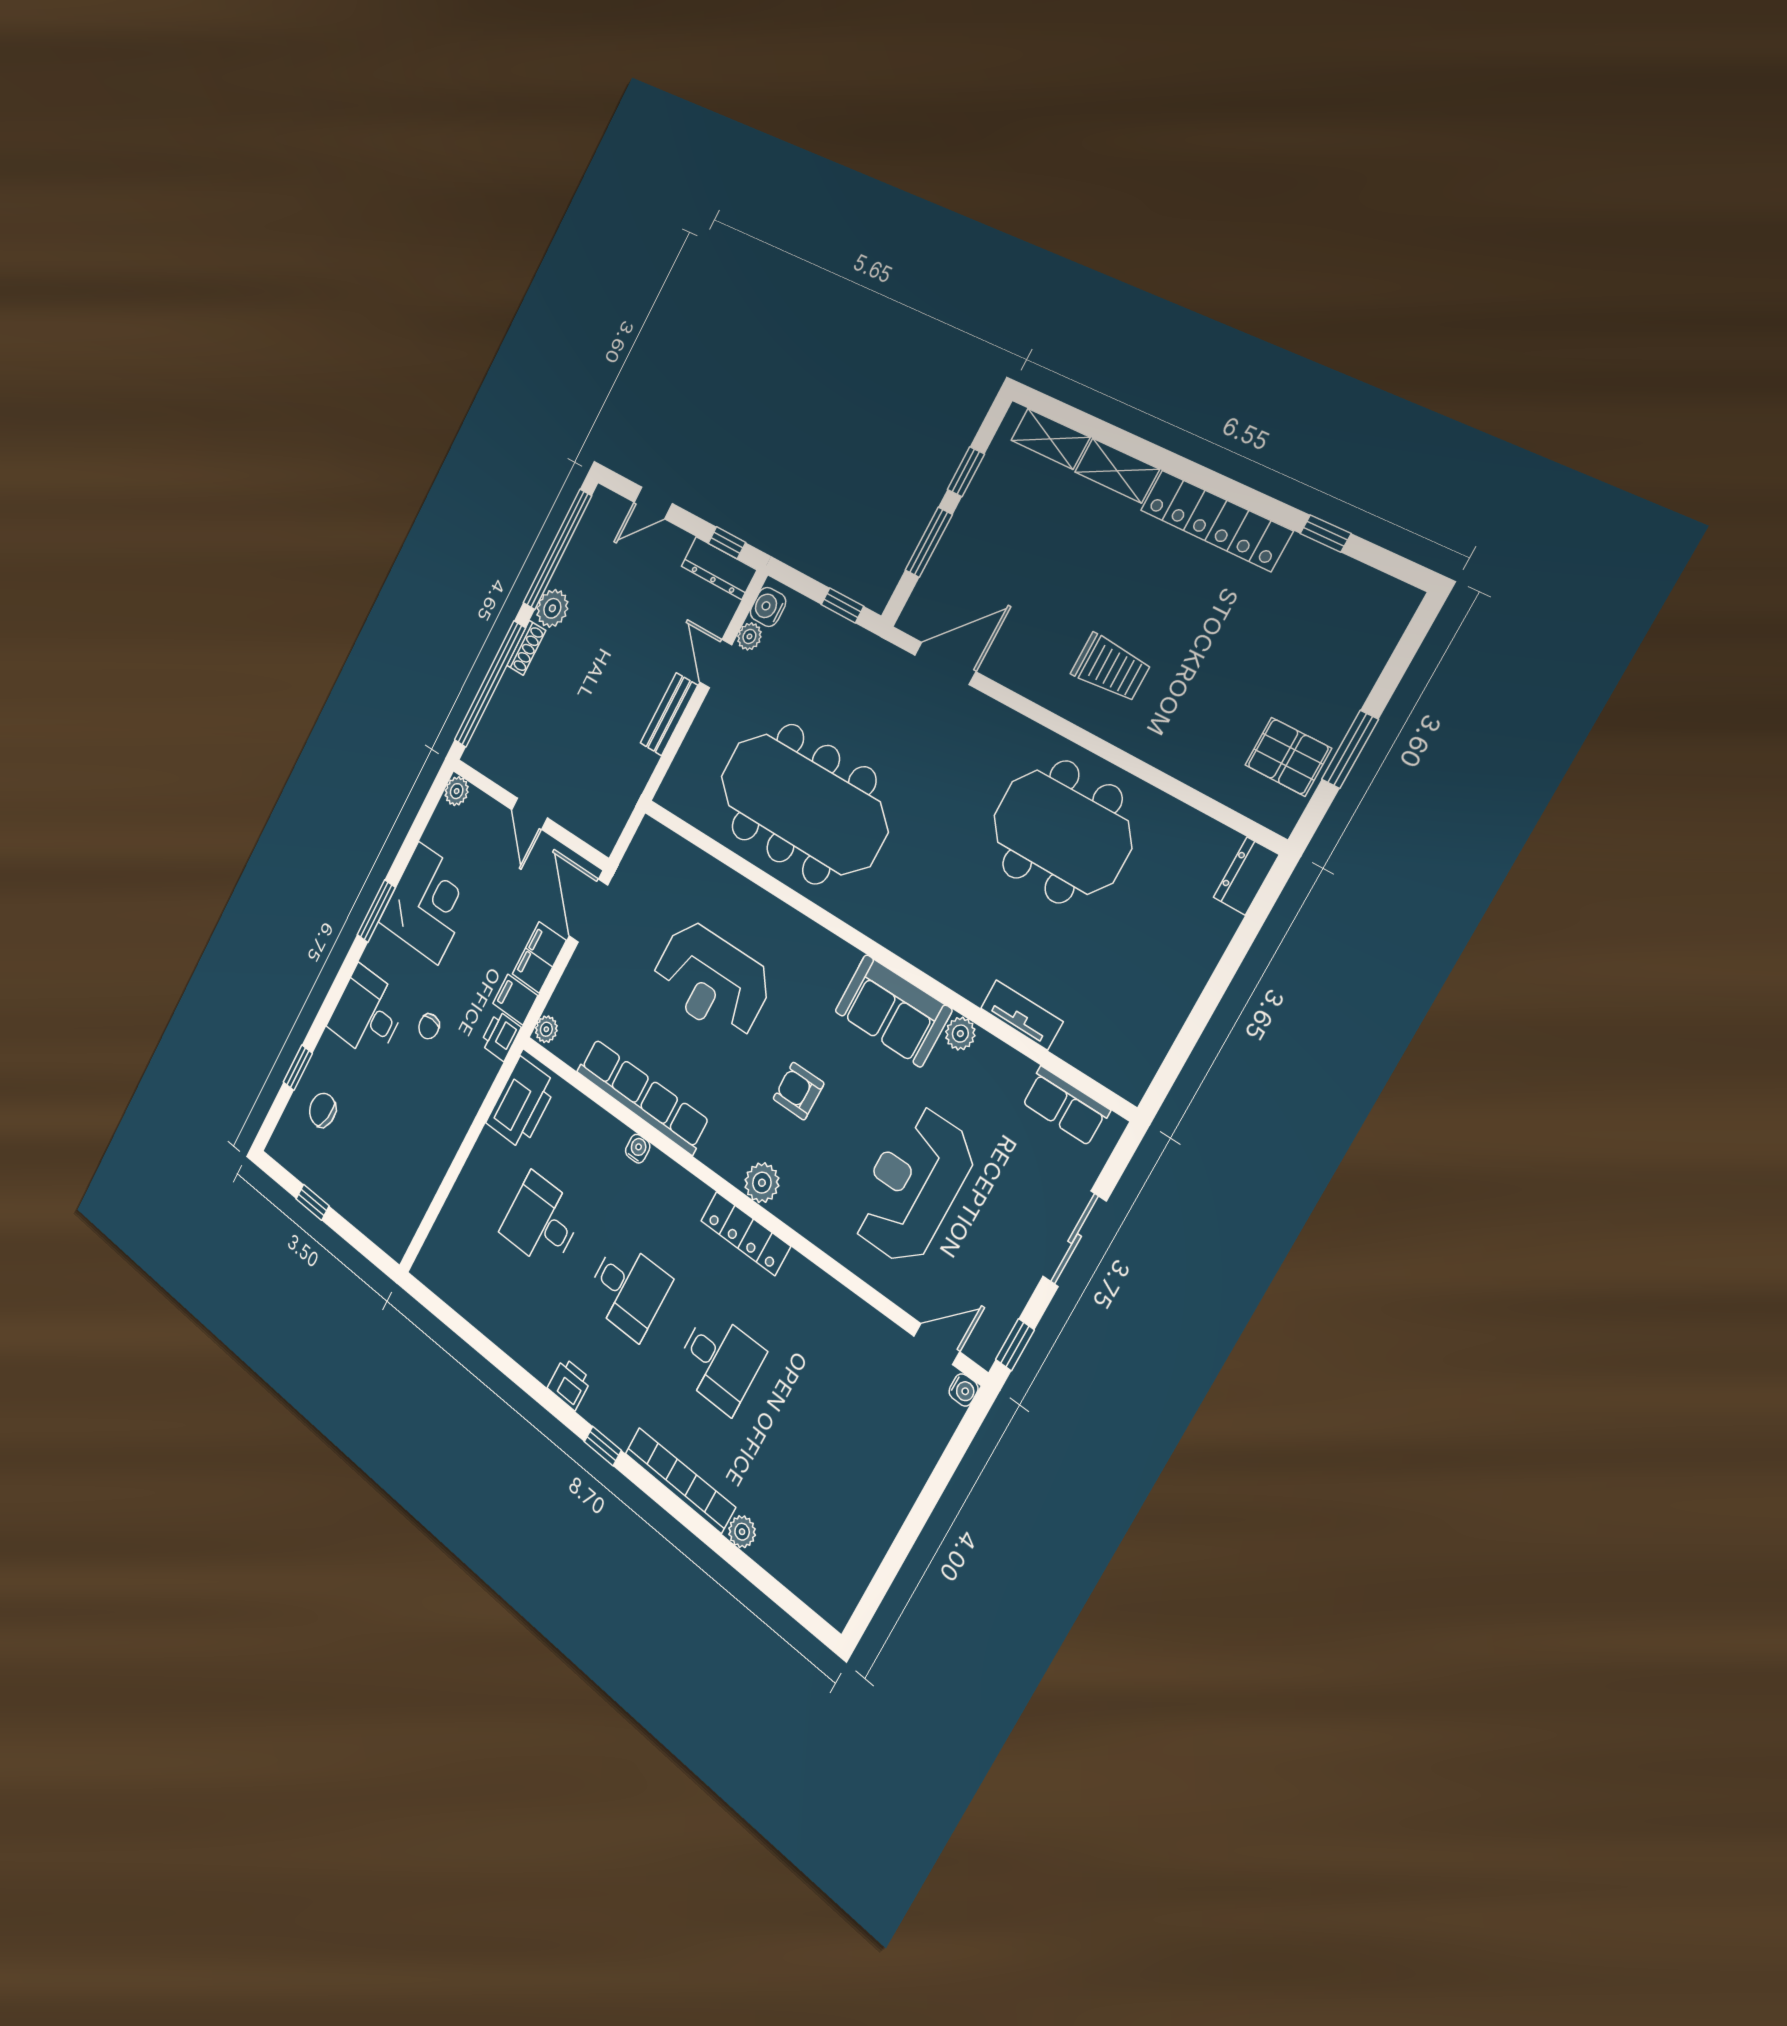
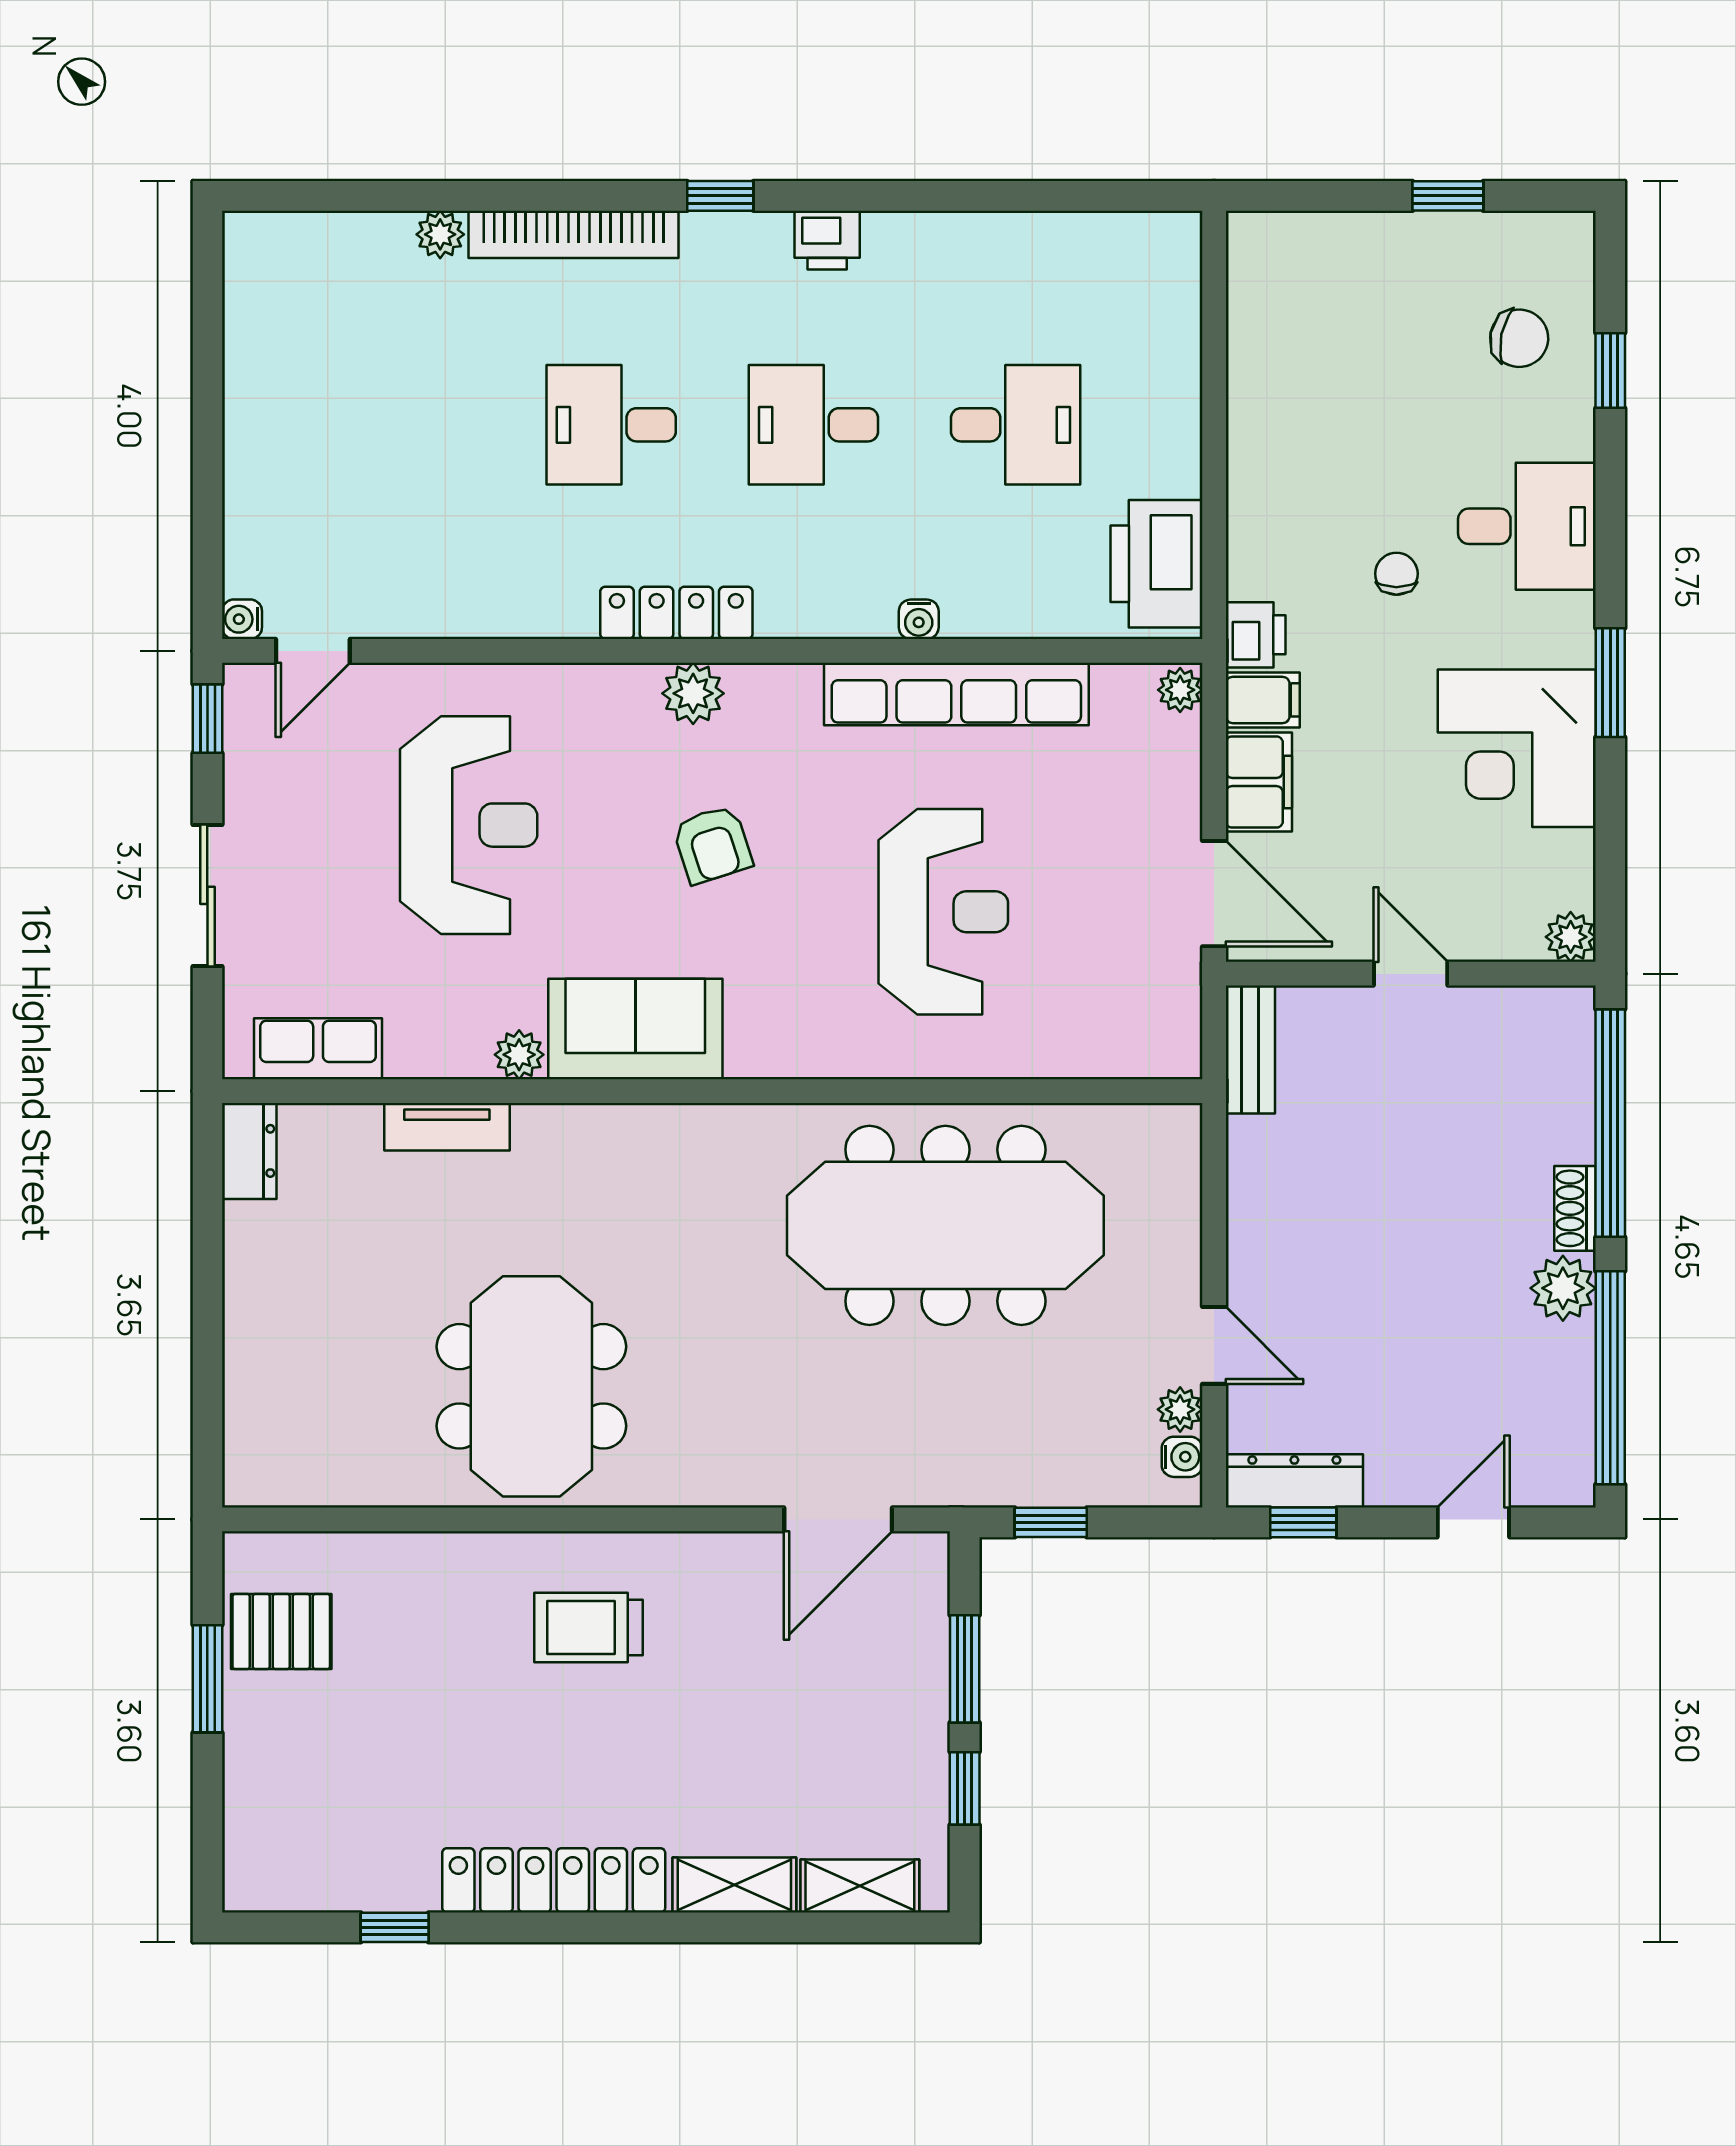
water cooler: (768, 607) -> (1182, 1457), width x0.72, depth x0.72
bench: (669, 714) -> (1250, 1050), moved
meeting table: (1062, 832) -> (531, 1386), turned 90
dresser: (1246, 876) -> (249, 1151), moved
reception desk: (711, 980) -> (943, 912), turned 90
armchair: (799, 1091) -> (712, 845), turned 72

